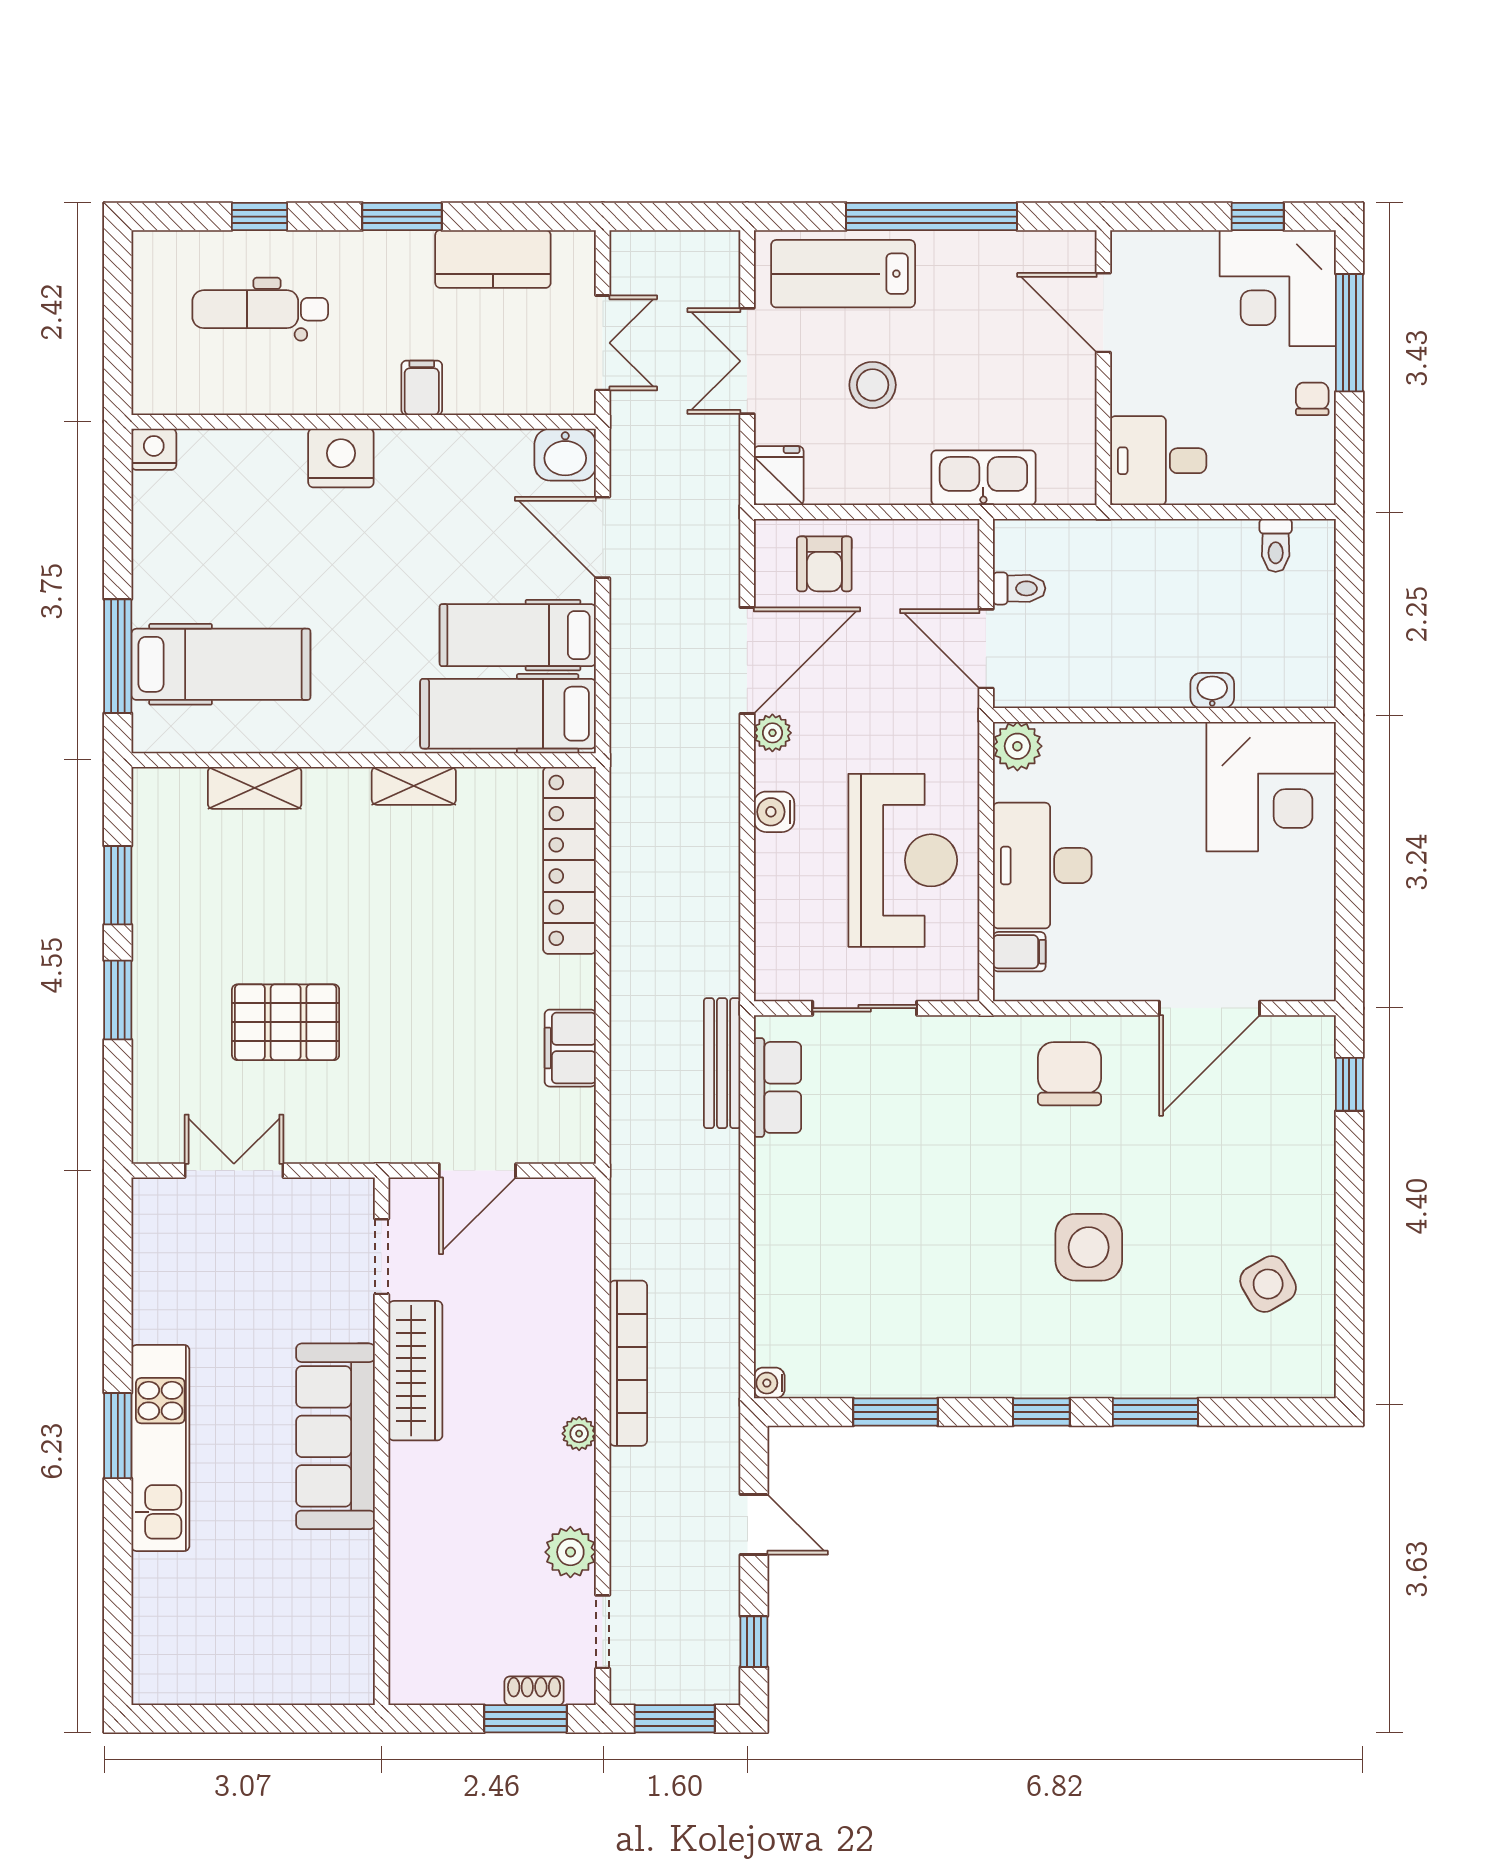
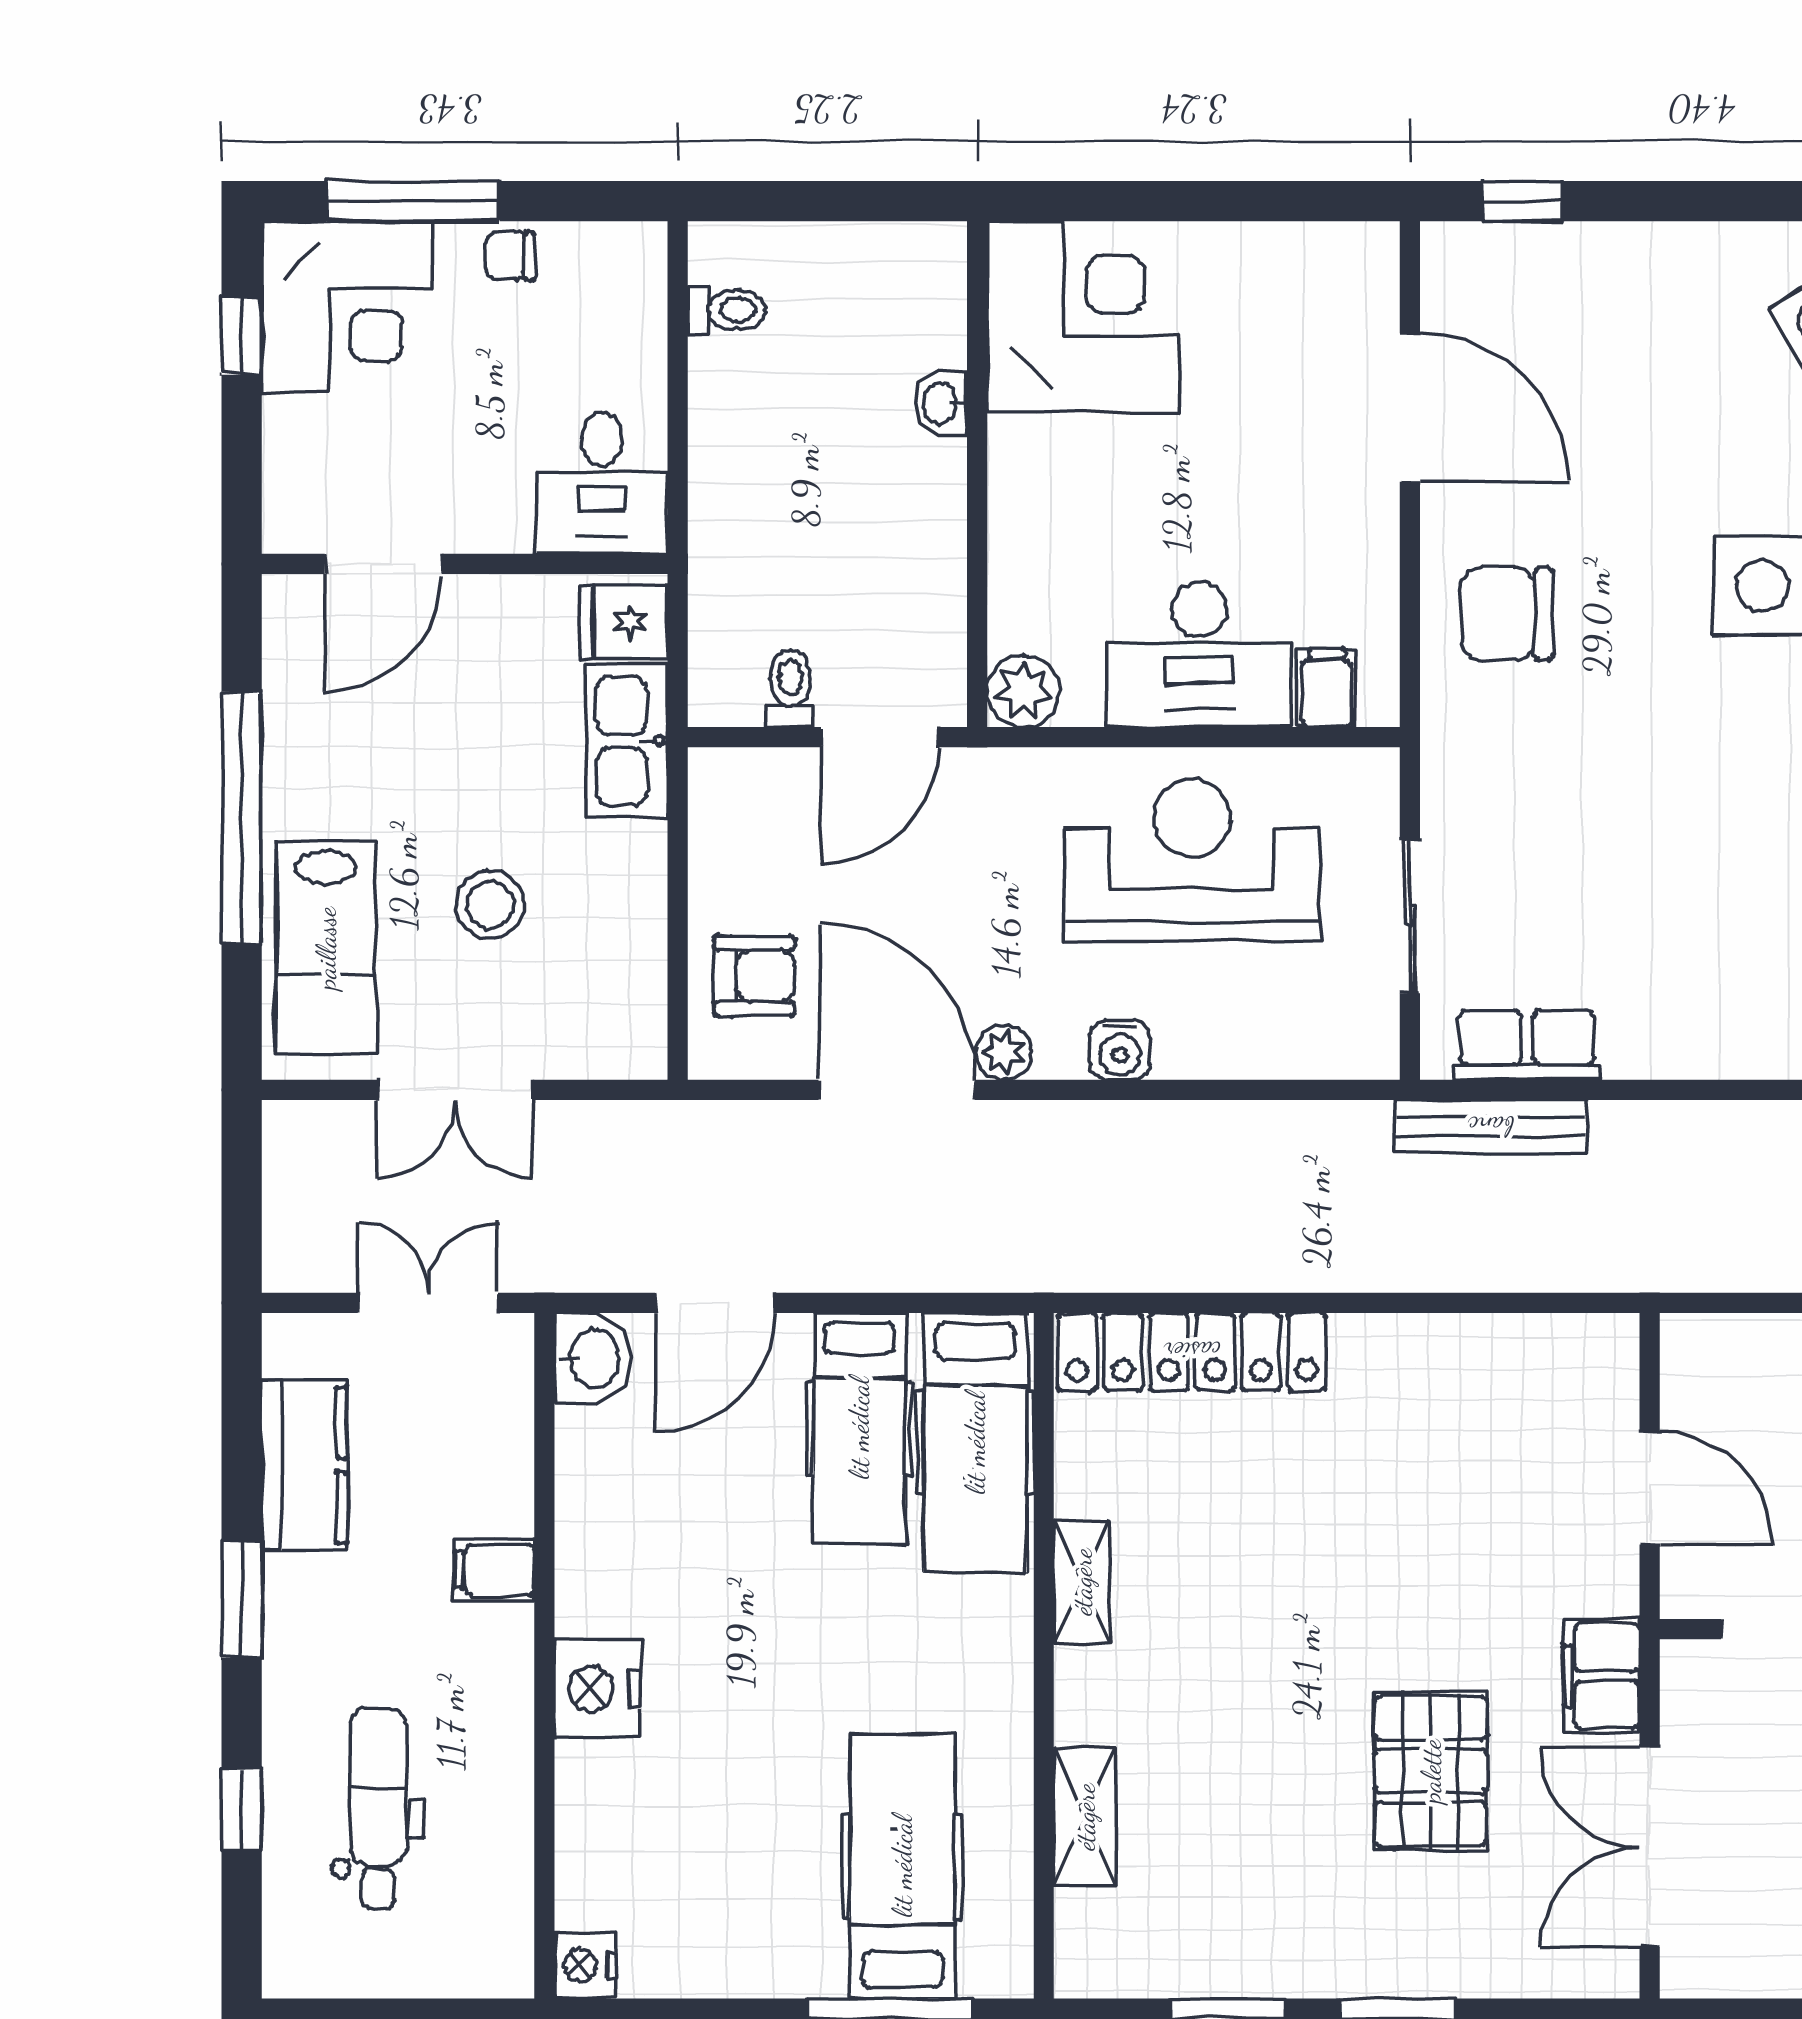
dental chair: (260, 309) -> (378, 1808), turned 180
fridge: (779, 476) -> (624, 622), moved
filing cabinet: (570, 1048) -> (1602, 1676), moved, turned 90
double door: (234, 1171) -> (1650, 1847), width x1.37

